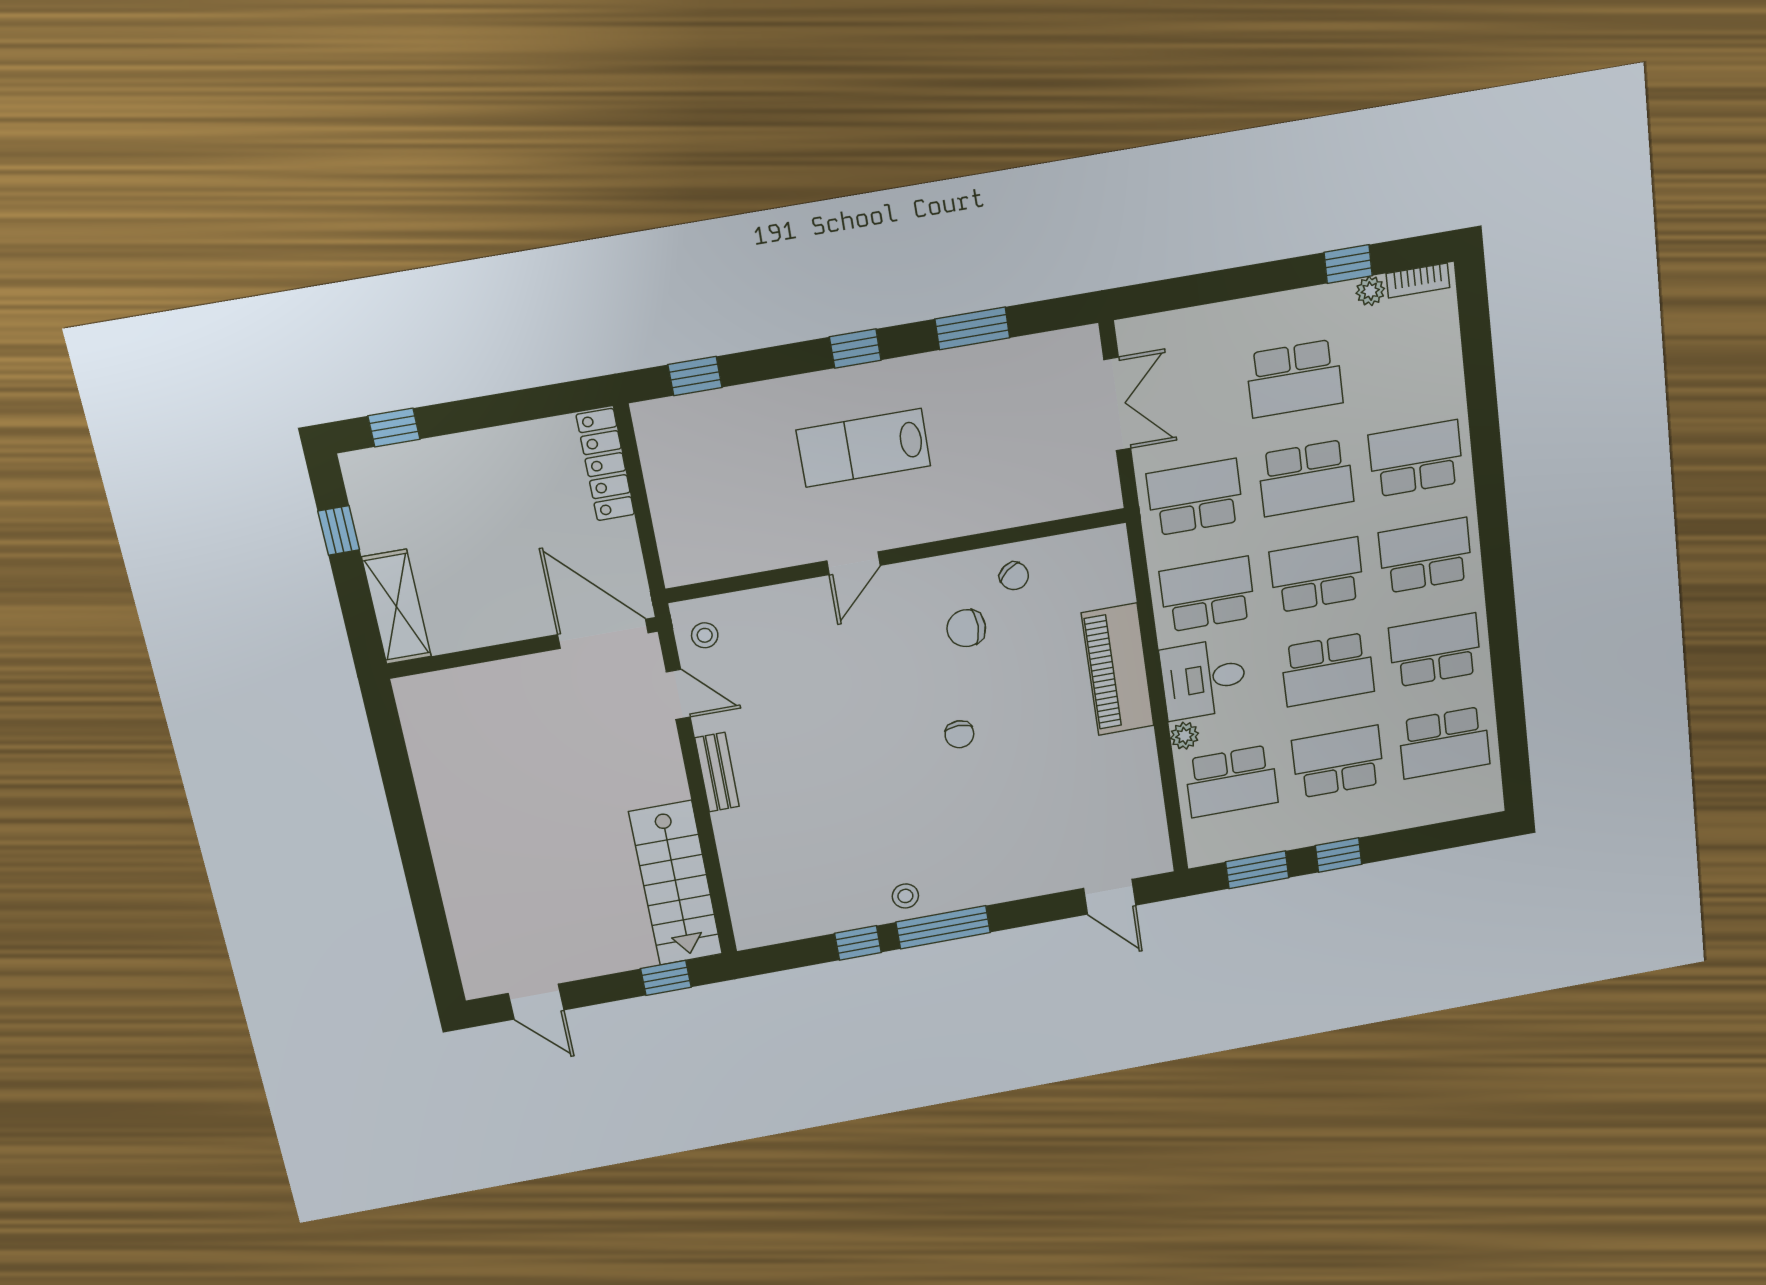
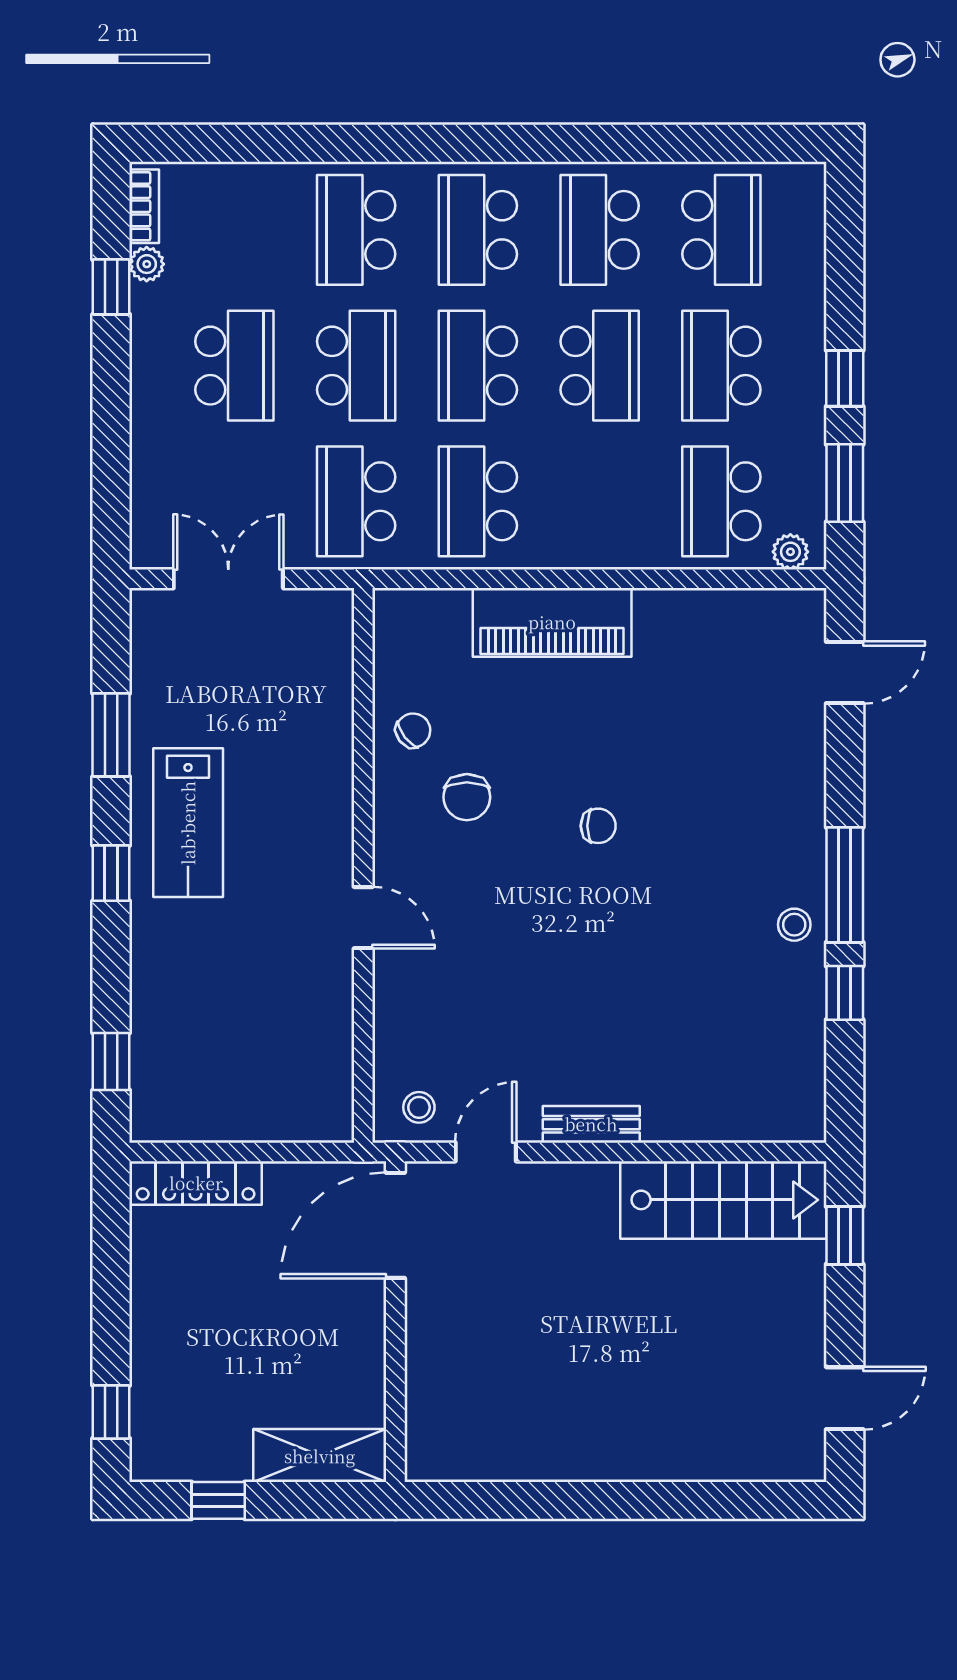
lab bench: (863, 448) -> (188, 823), moved
desk: (1204, 679) -> (583, 519), removed
plant: (1185, 736) -> (790, 552), moved
school desk: (1231, 781) -> (721, 501), turned 180

